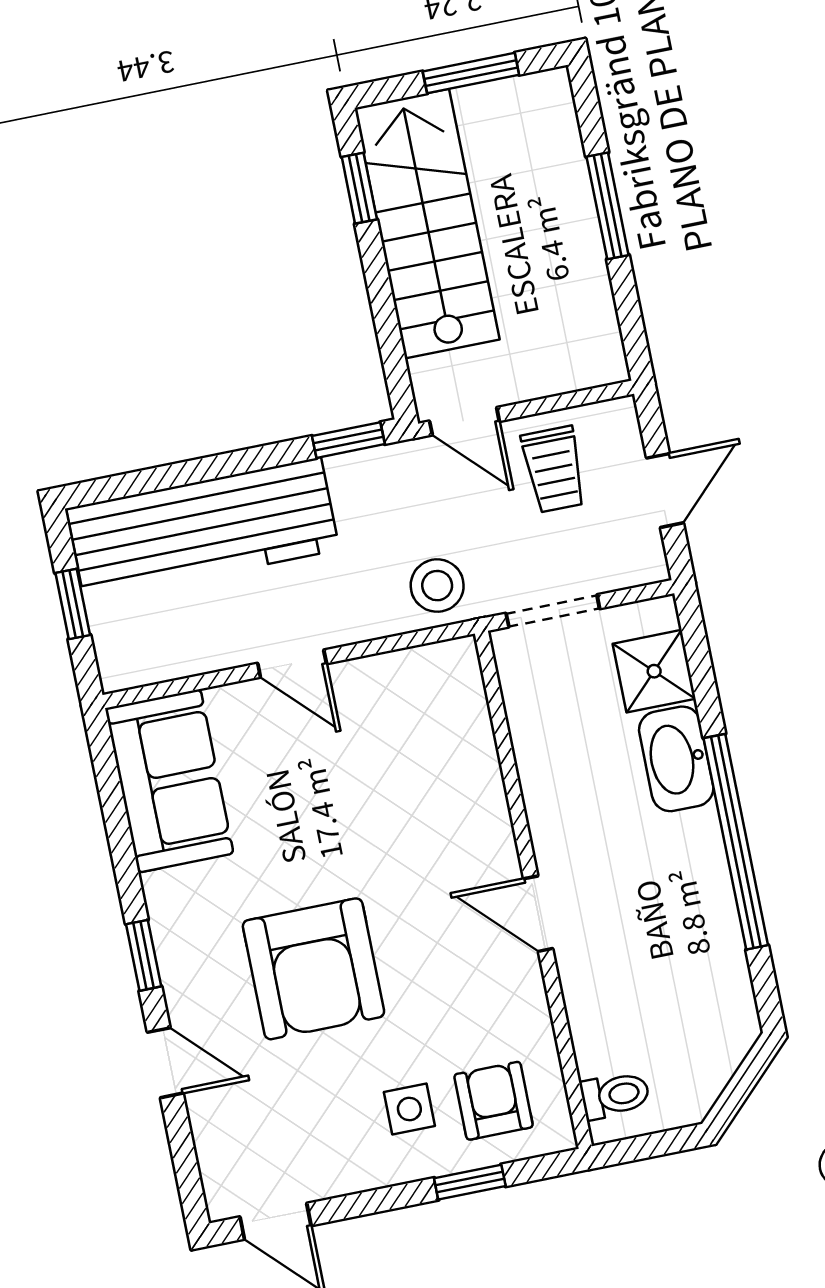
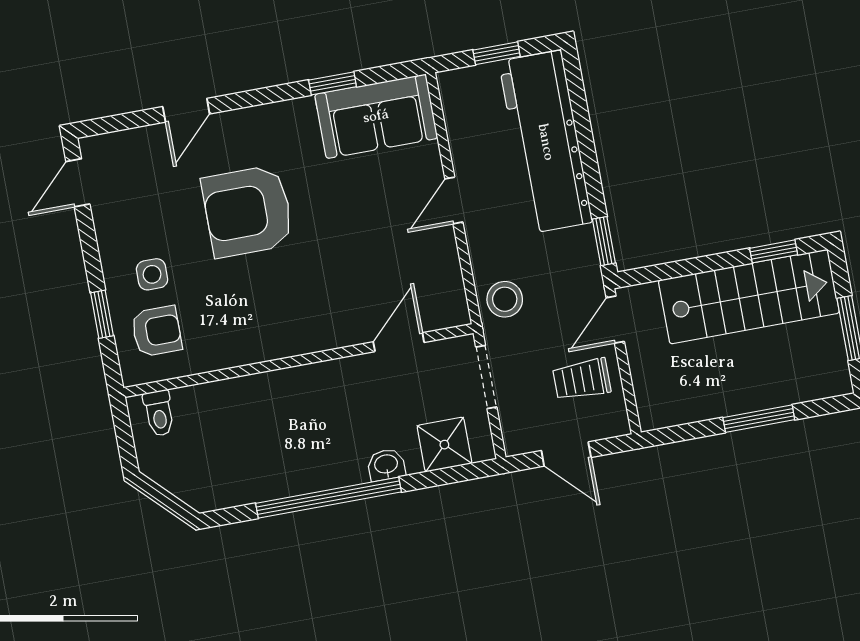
washbasin: (676, 759) -> (386, 465), width x0.52, depth x0.69
door: (538, 914) -> (399, 342), moved
window: (144, 955) -> (333, 83), moved

